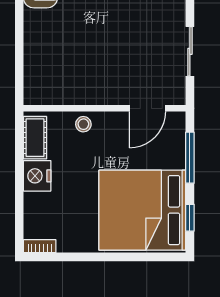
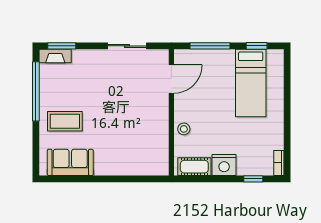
door: (147, 108) -> (171, 79), hinge flipped
bed: (142, 210) -> (251, 83), width x0.49
window: (19, 213) -> (253, 179), added

